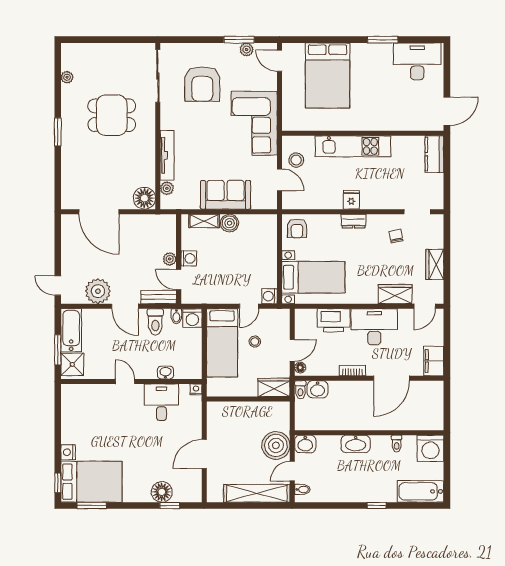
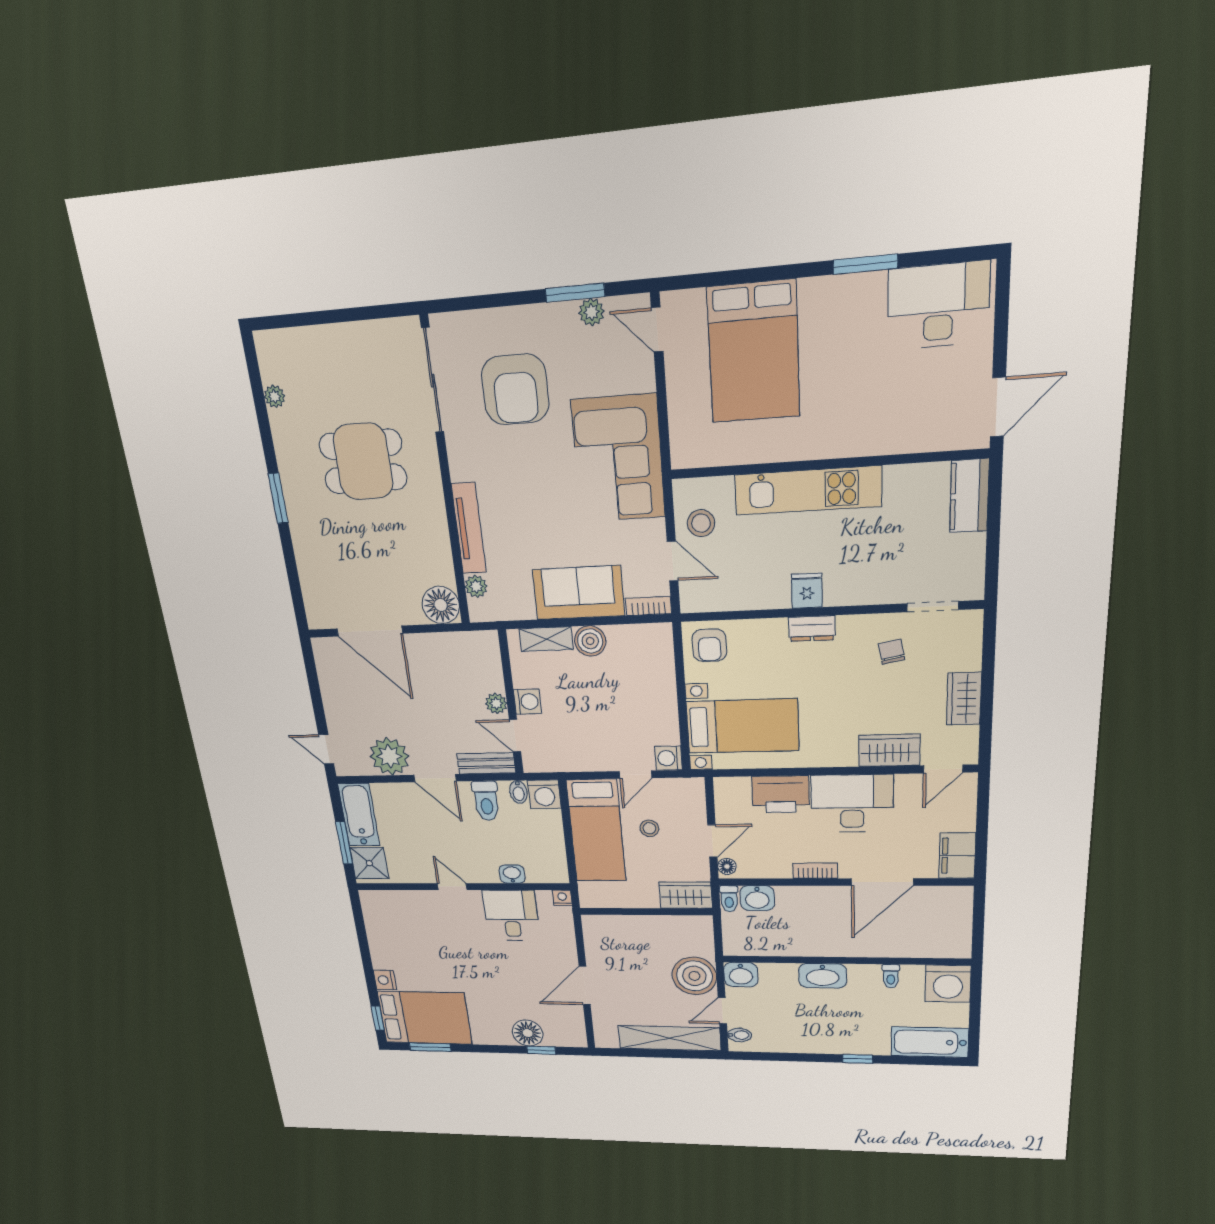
bookcase: (264, 204) -> (648, 606), added

